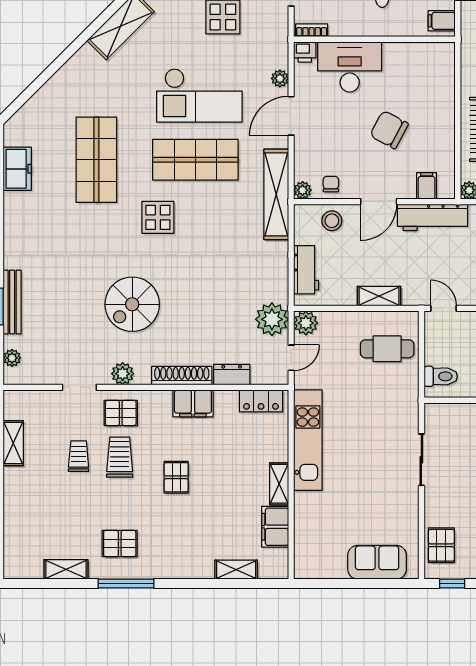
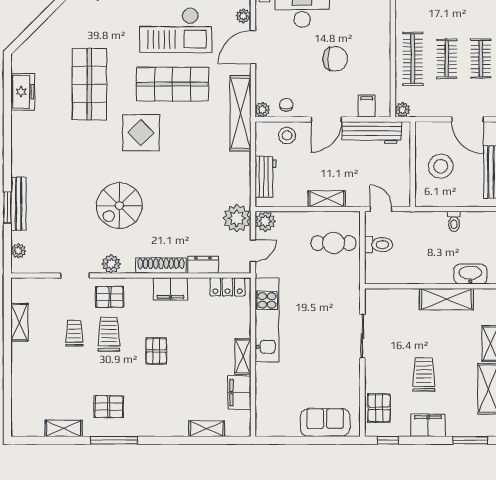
chair: (389, 130) -> (335, 59), turned 152
display table: (158, 217) -> (141, 133), width x1.36, depth x1.36
toilet: (441, 376) -> (379, 245), moved

